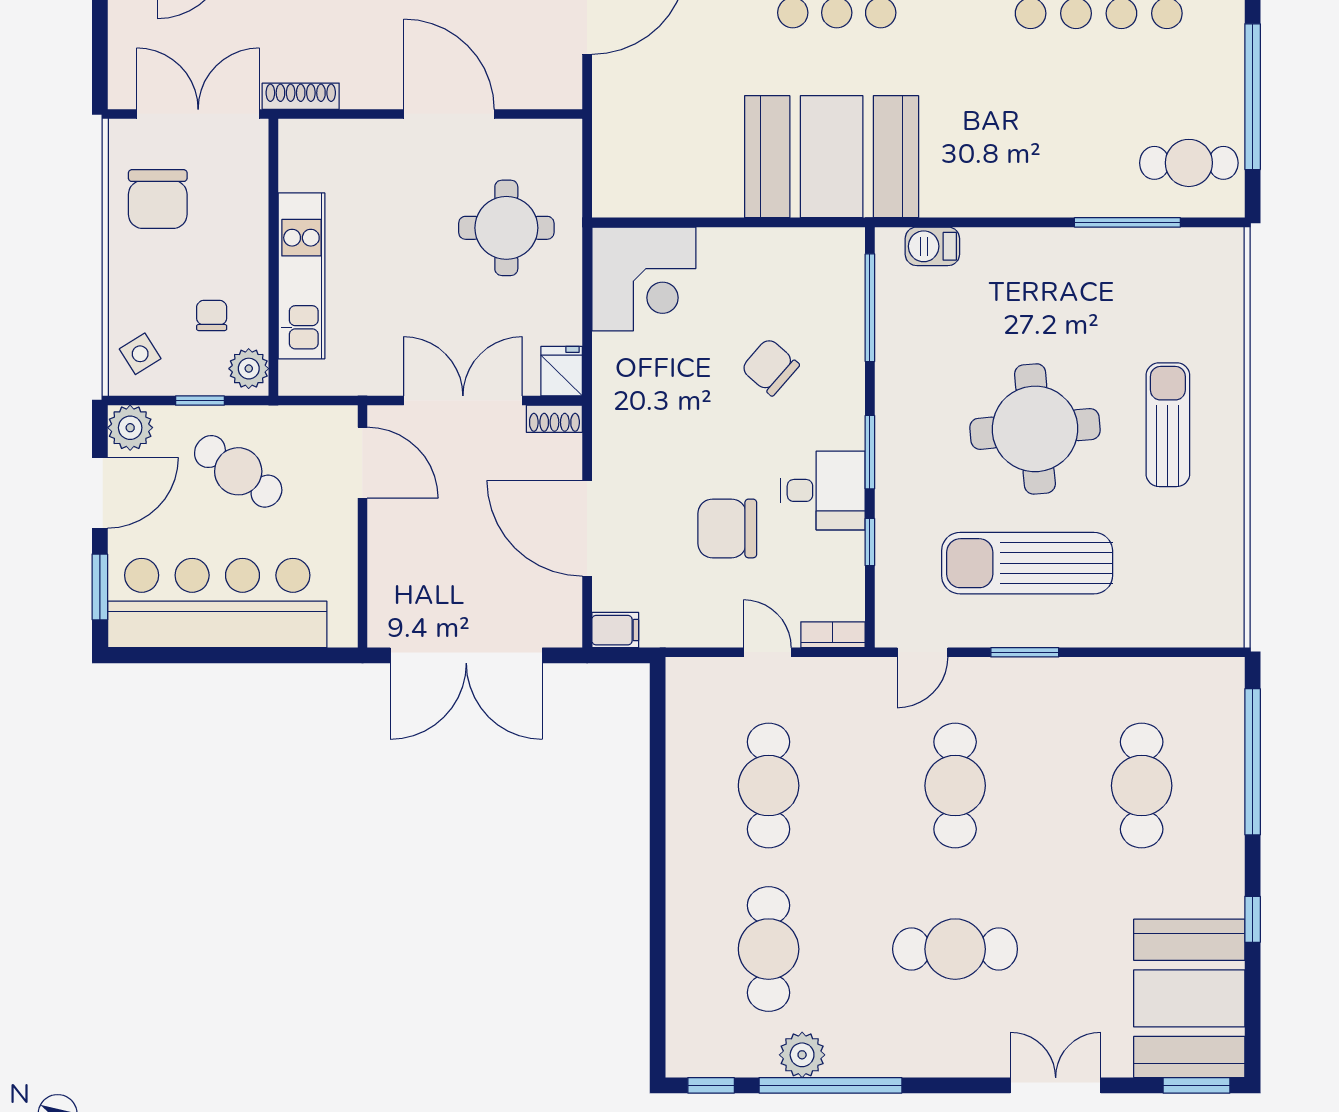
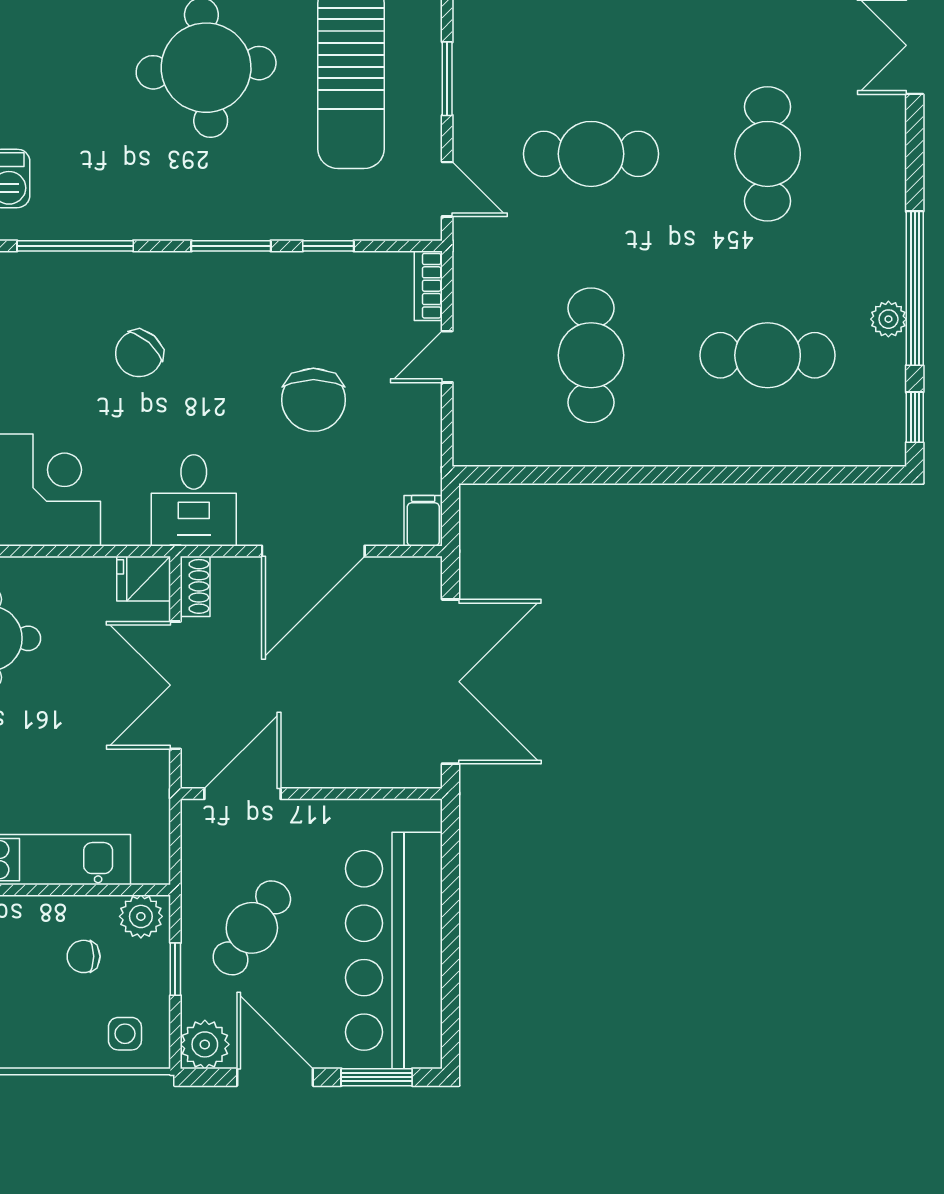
side table: (140, 354) -> (125, 1034), turned 32
desk: (823, 490) -> (194, 500), moved, turned 180
cafe table: (769, 786) -> (591, 355), turned 90
plant: (802, 1055) -> (888, 319), width x0.73, depth x0.73

